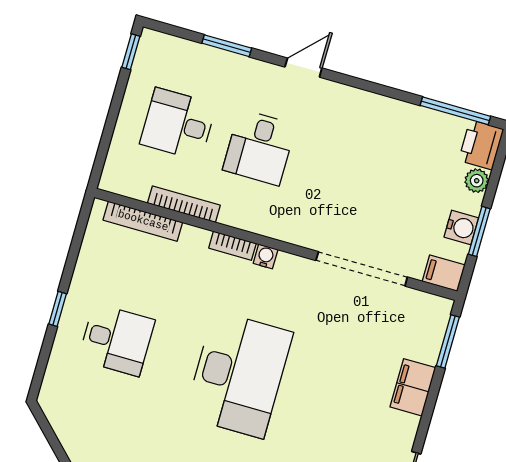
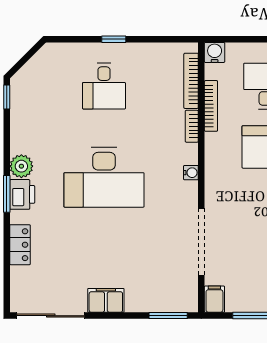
water cooler: (461, 227) -> (215, 52), moved, turned 180
bookcase: (232, 246) -> (192, 126), moved
filing cabinet: (413, 387) -> (106, 300), moved

